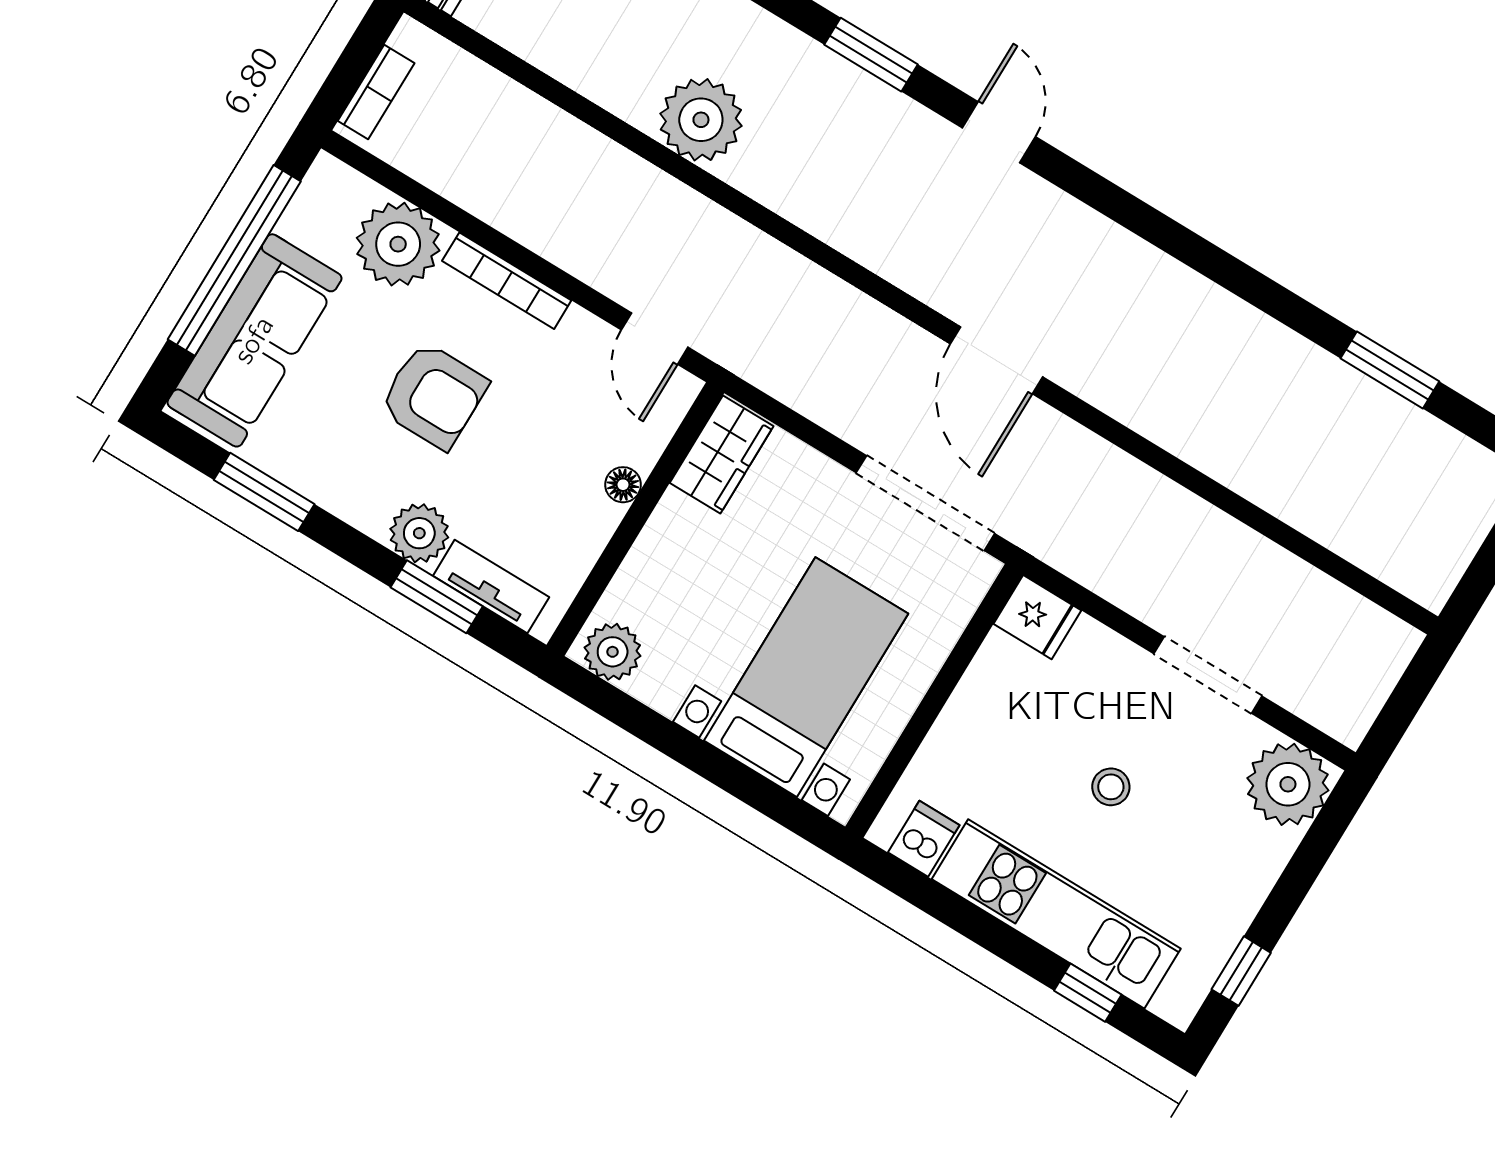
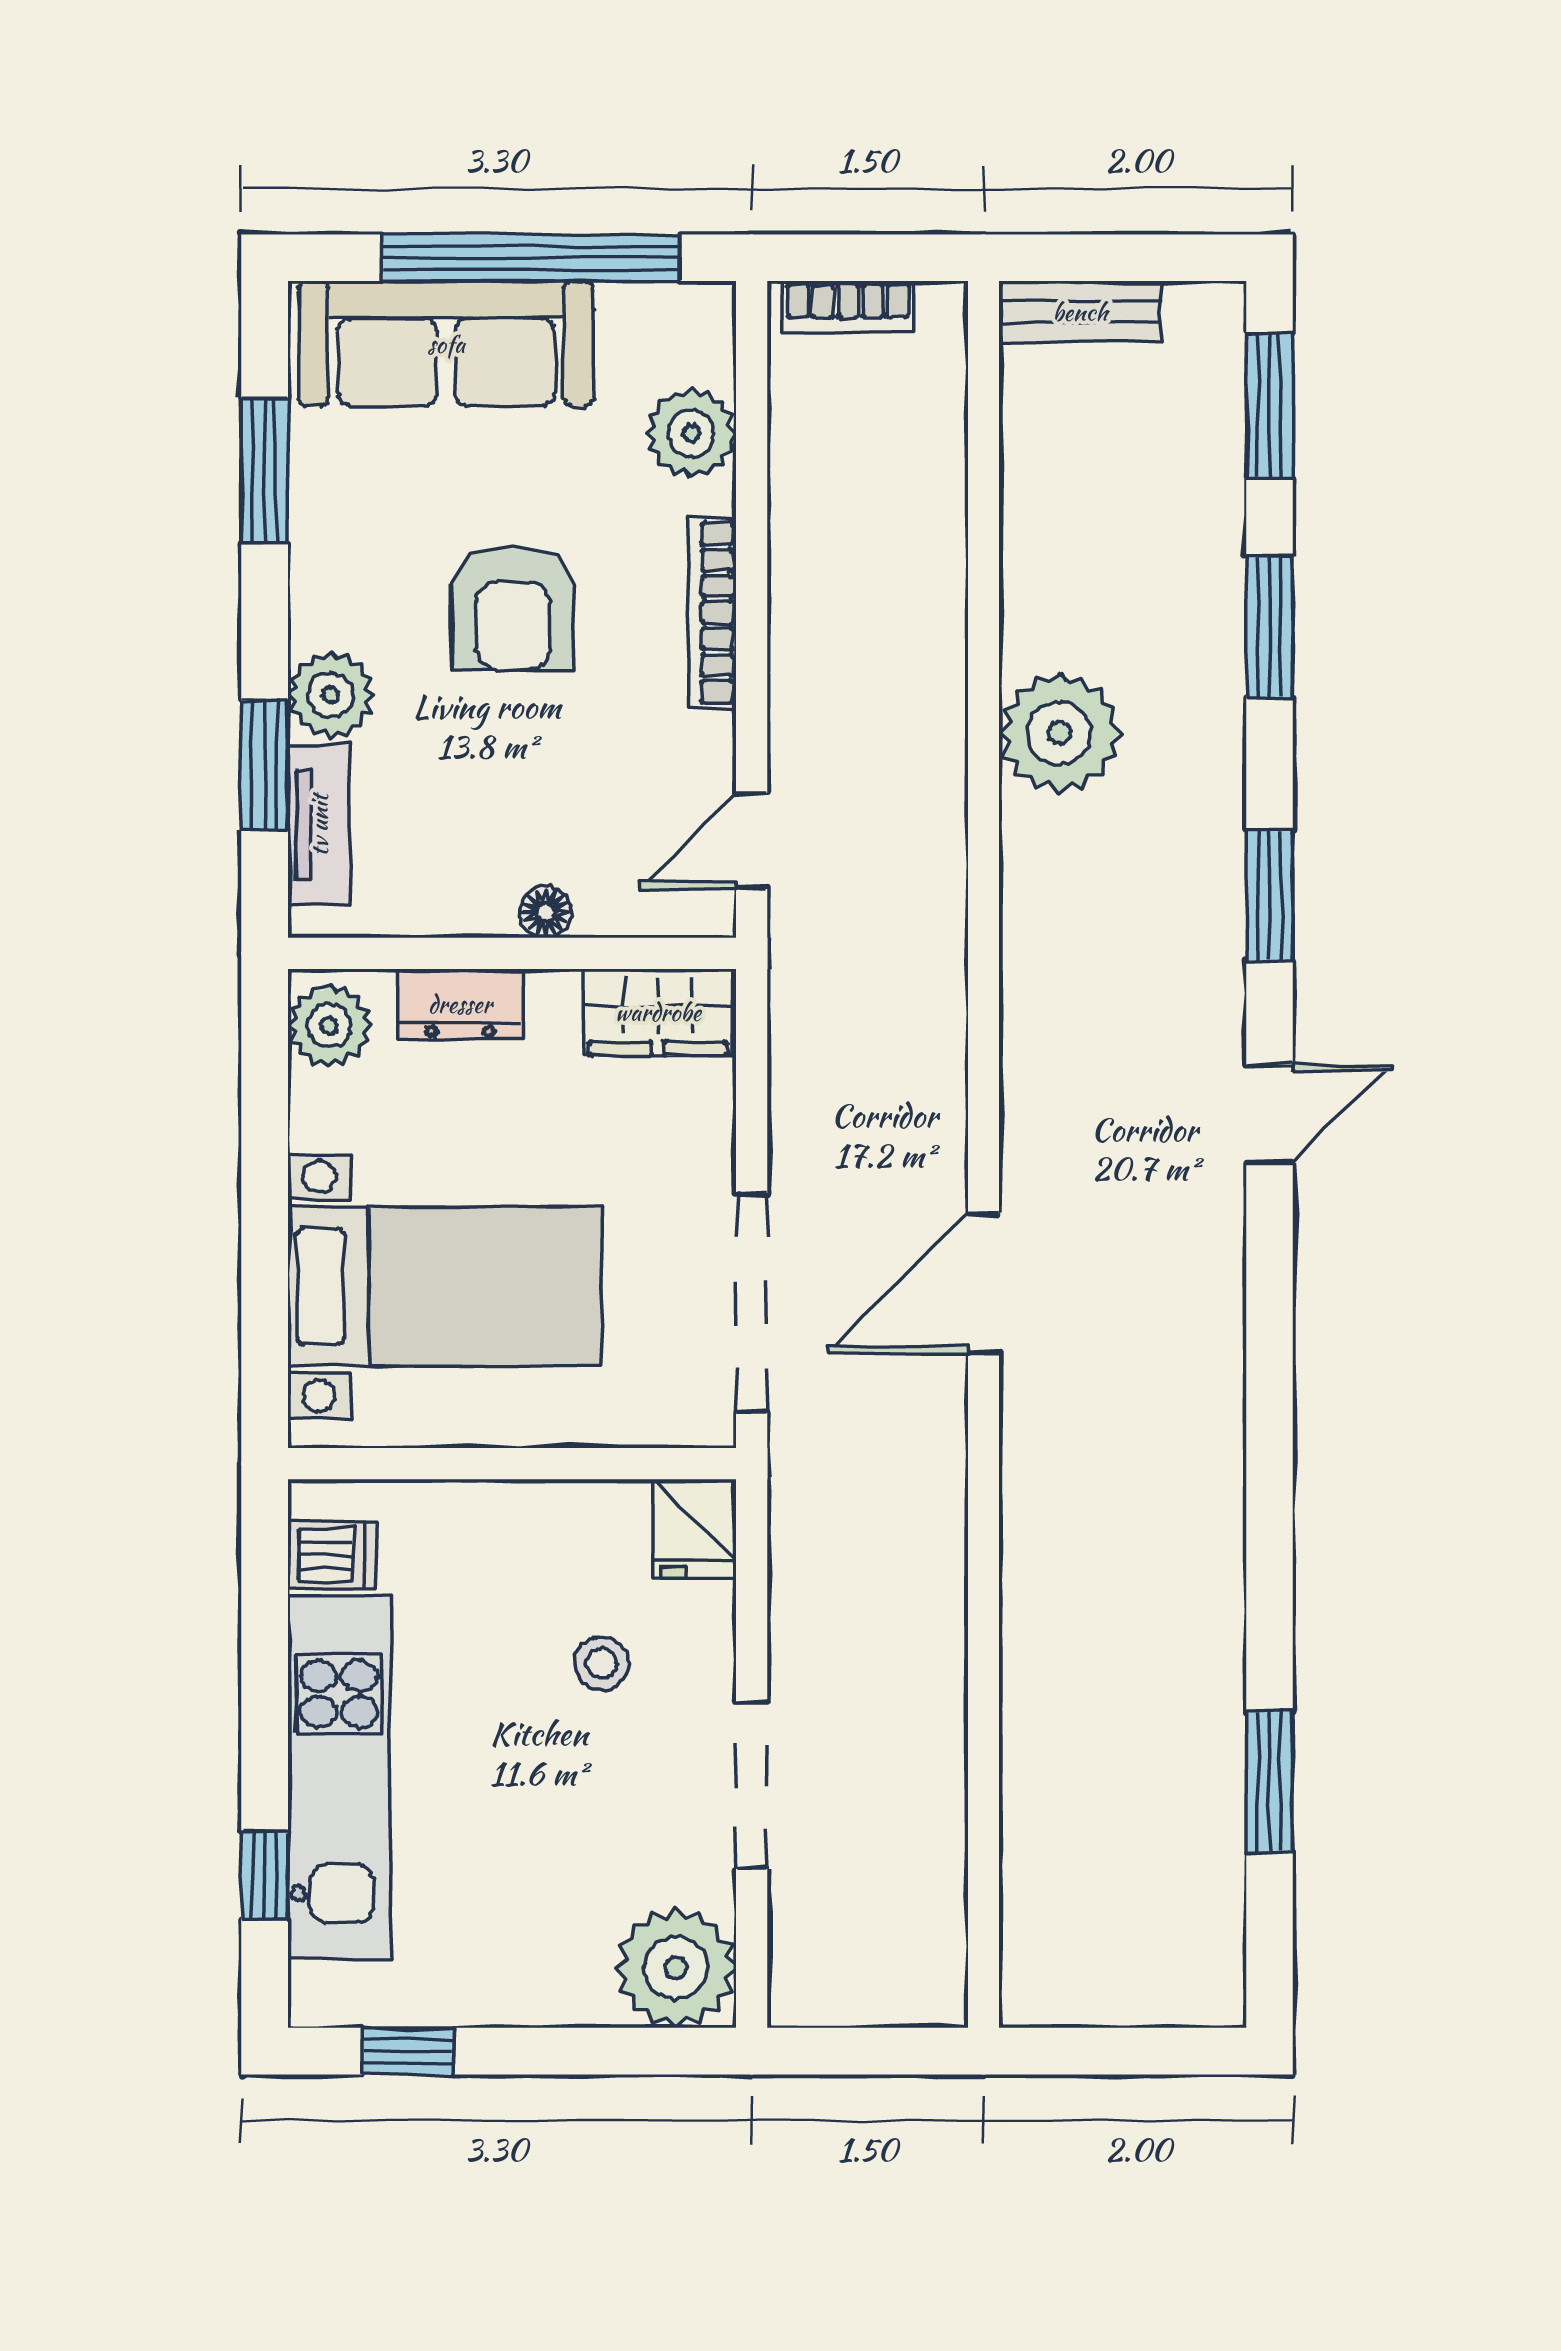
plant: (398, 244) -> (691, 433), width x0.73, depth x0.73
dresser: (646, 567) -> (460, 1004), added
stool: (1111, 787) -> (602, 1664), moved

